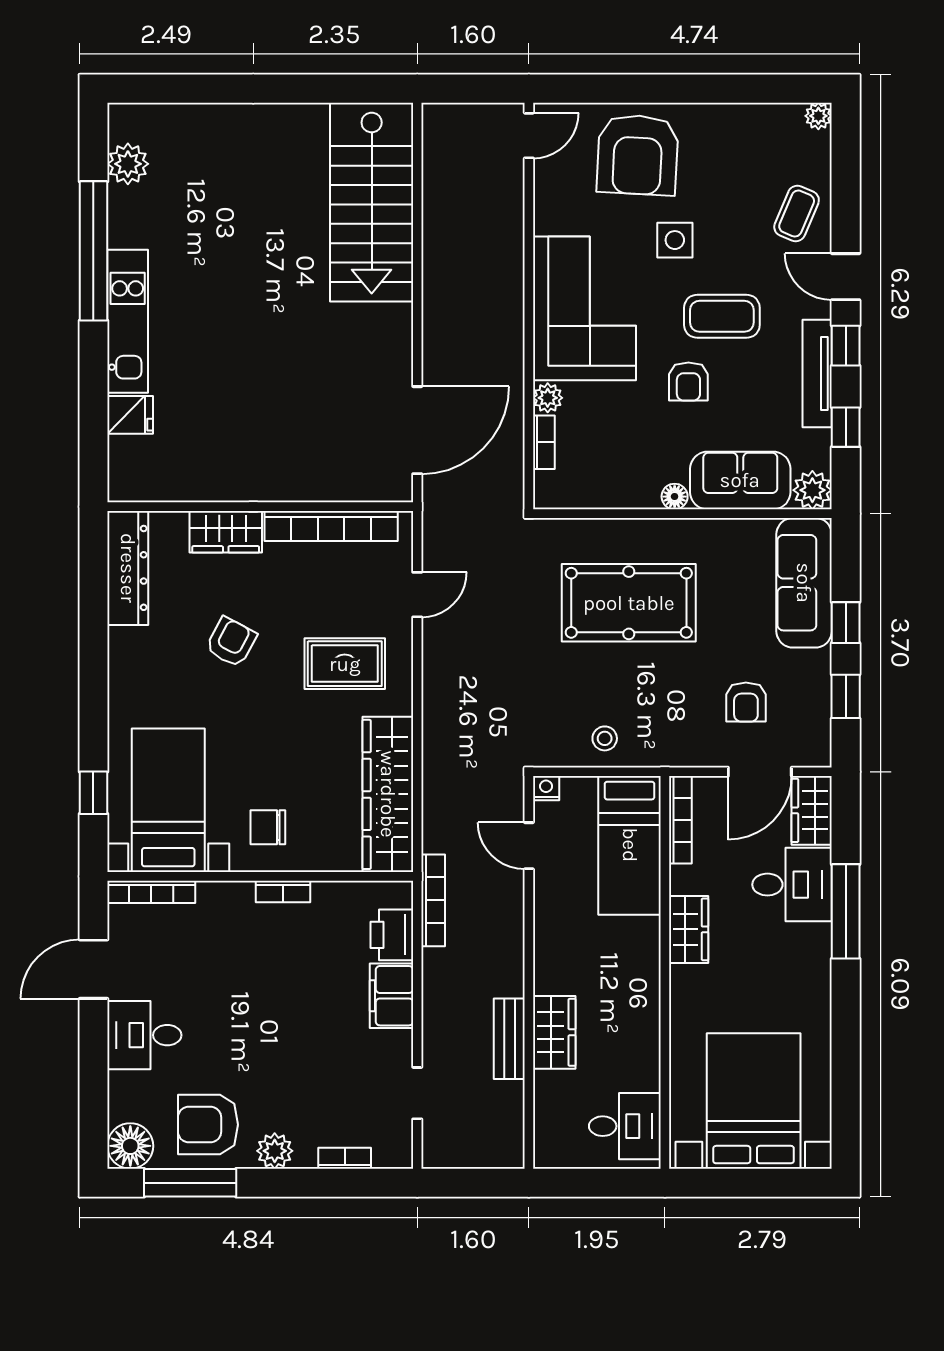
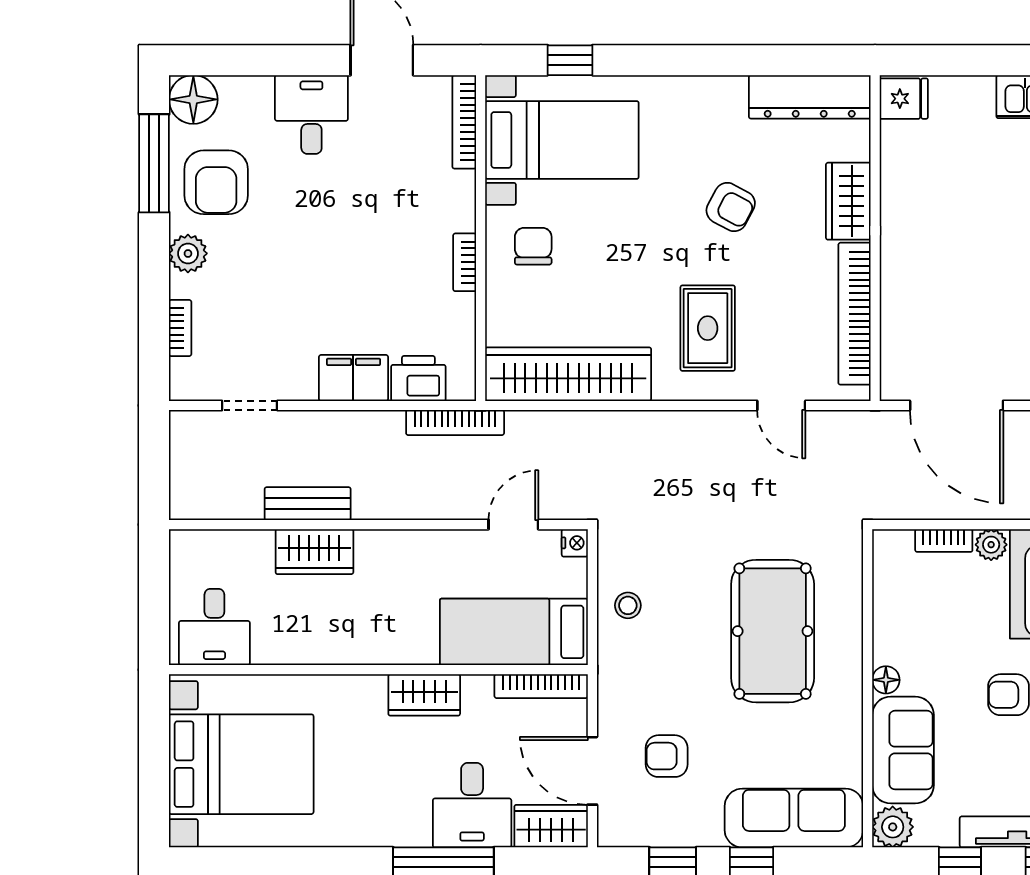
fridge: (130, 415) -> (904, 99), moved, turned -90
armchair: (208, 1125) -> (216, 182), turned 180

